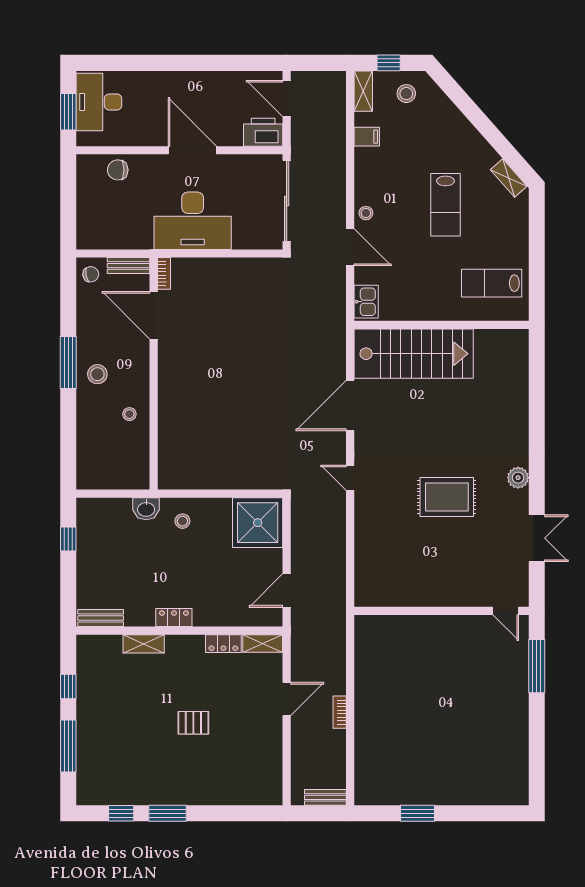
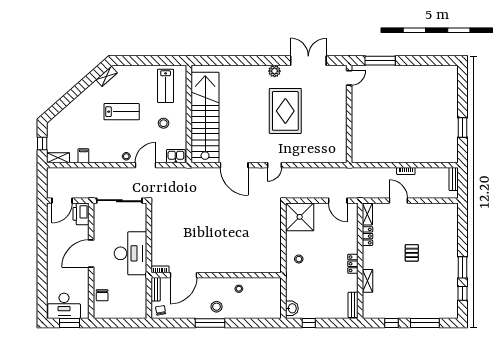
stool: (406, 94) -> (163, 123), moved
stairs: (414, 354) -> (205, 117), width x1.36
rug: (447, 497) -> (285, 111), width x1.37, depth x1.44
washbasin: (146, 509) -> (292, 308), moved
double door: (537, 538) -> (308, 61), width x1.37

